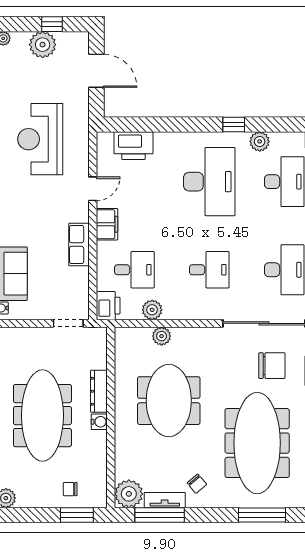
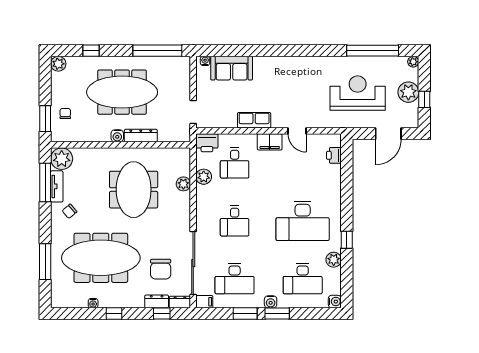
reception desk: (40, 139) -> (358, 93), moved
printer: (133, 146) -> (334, 155), width x0.53, depth x0.68
meeting table: (169, 401) -> (134, 190), turned 90

